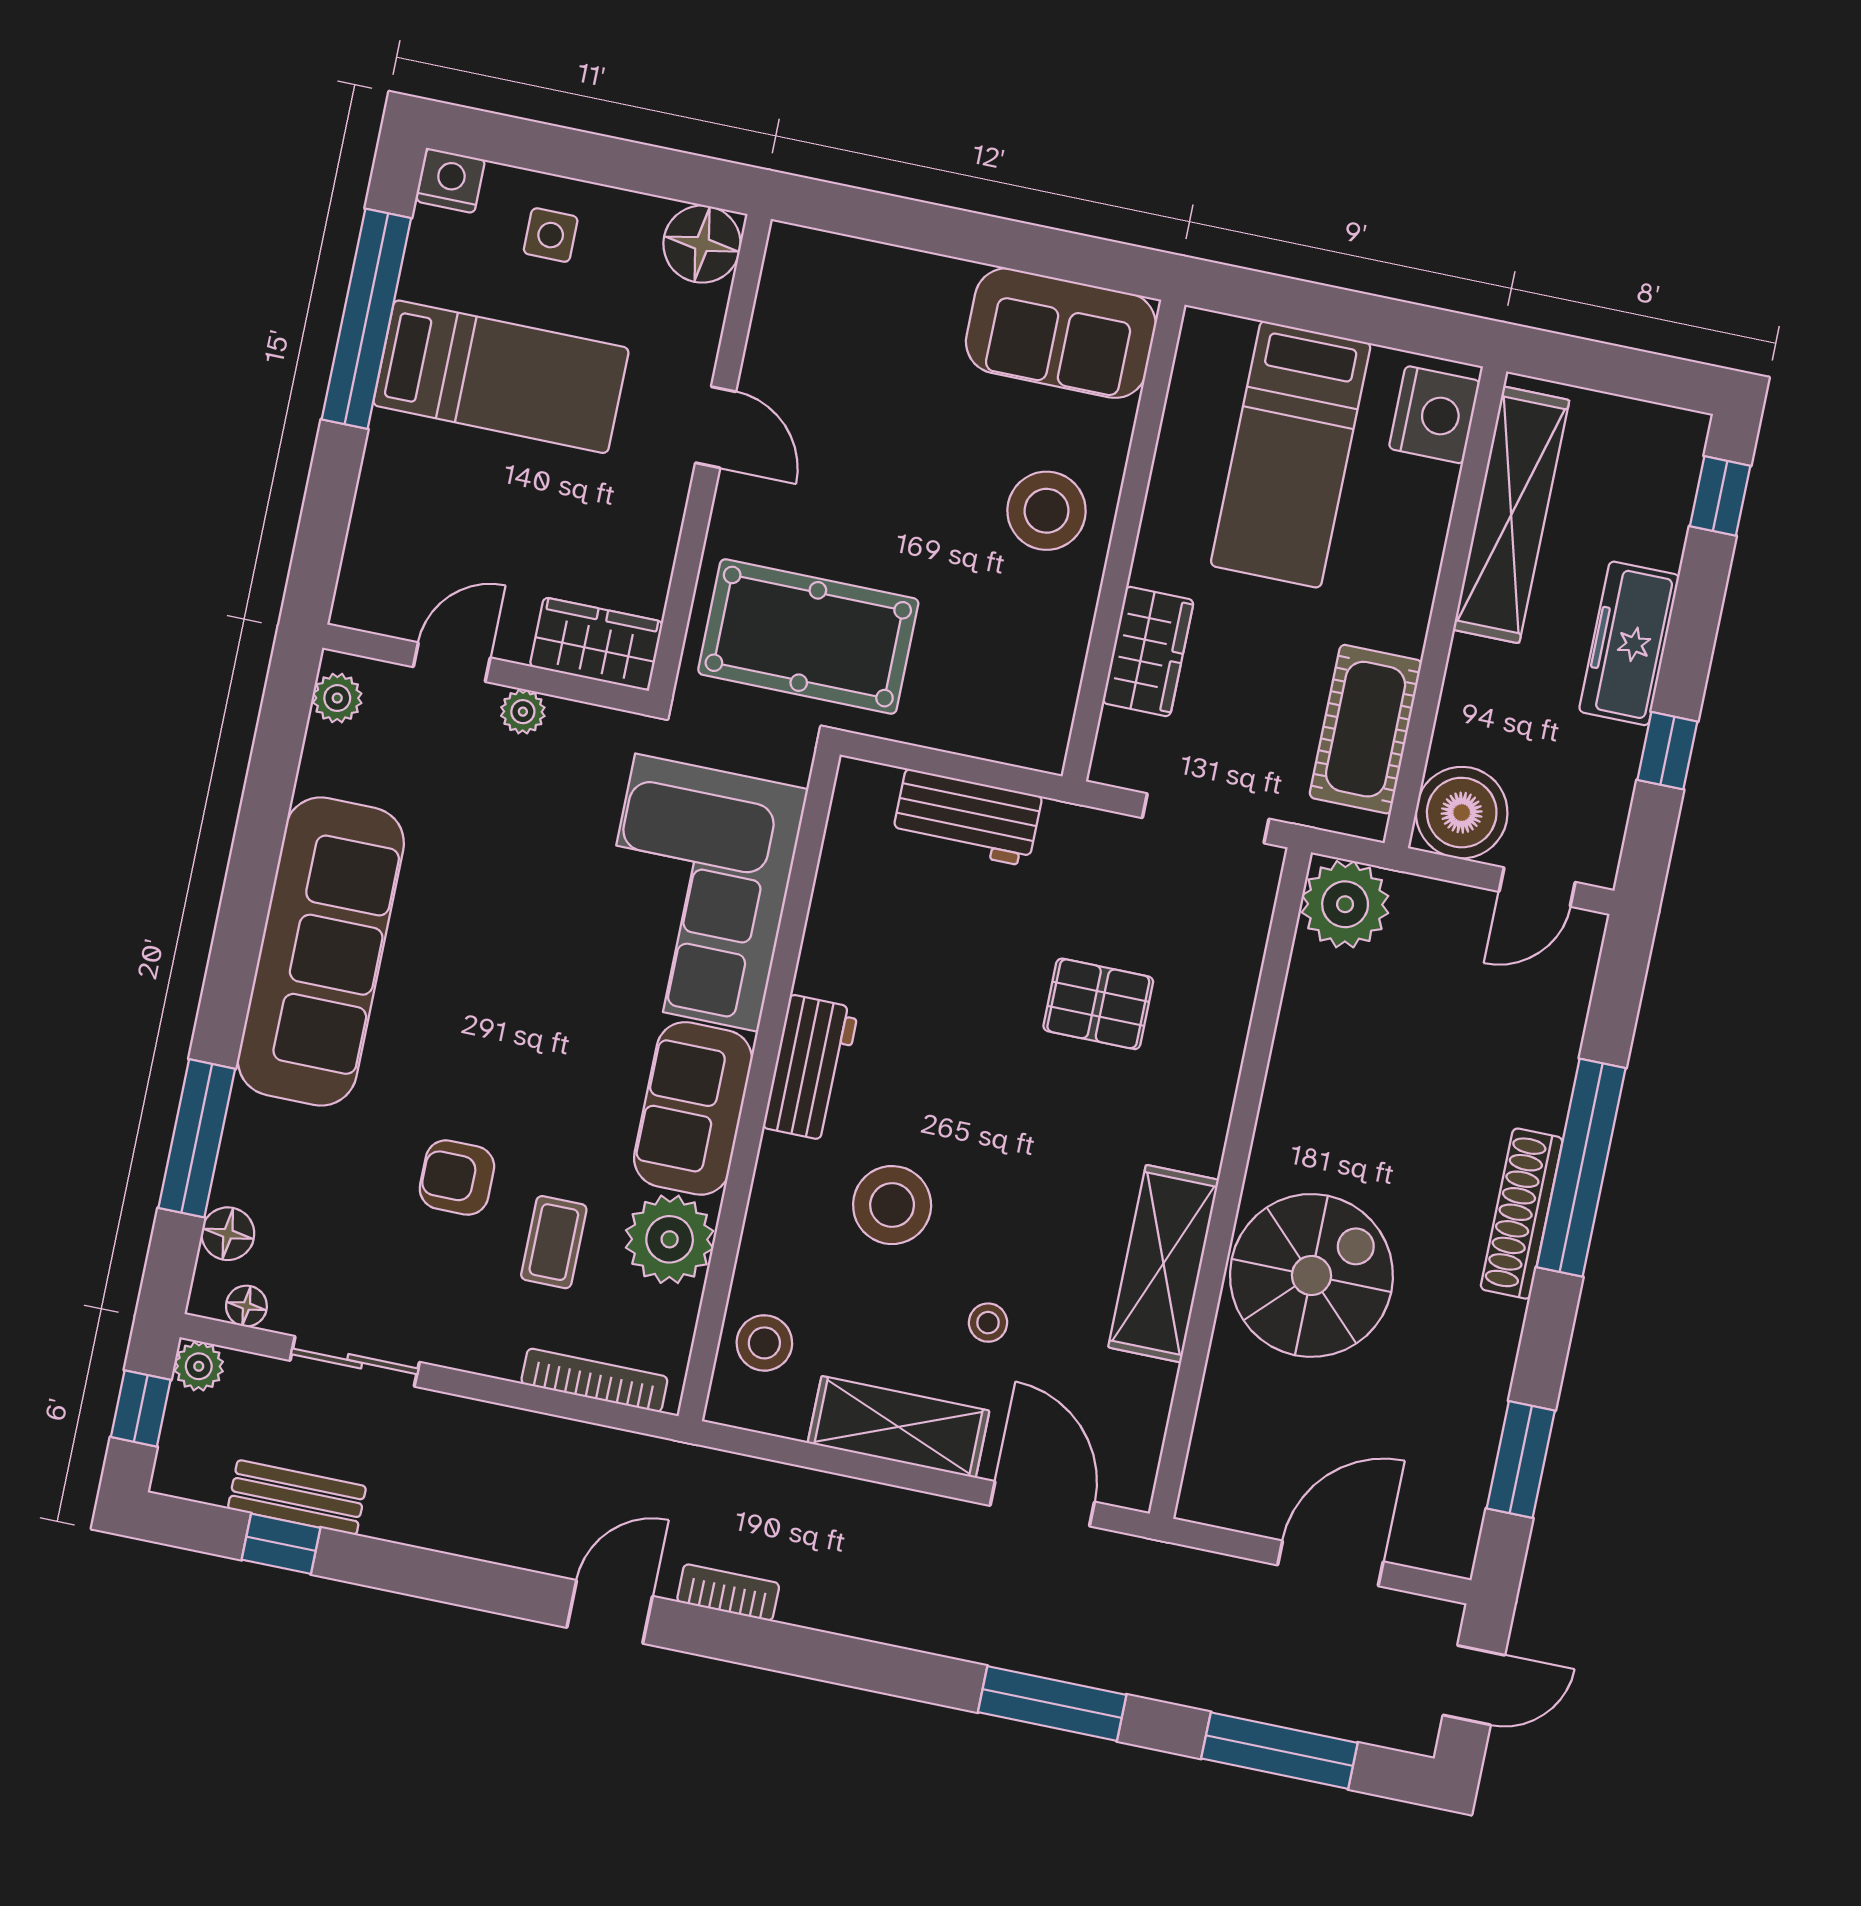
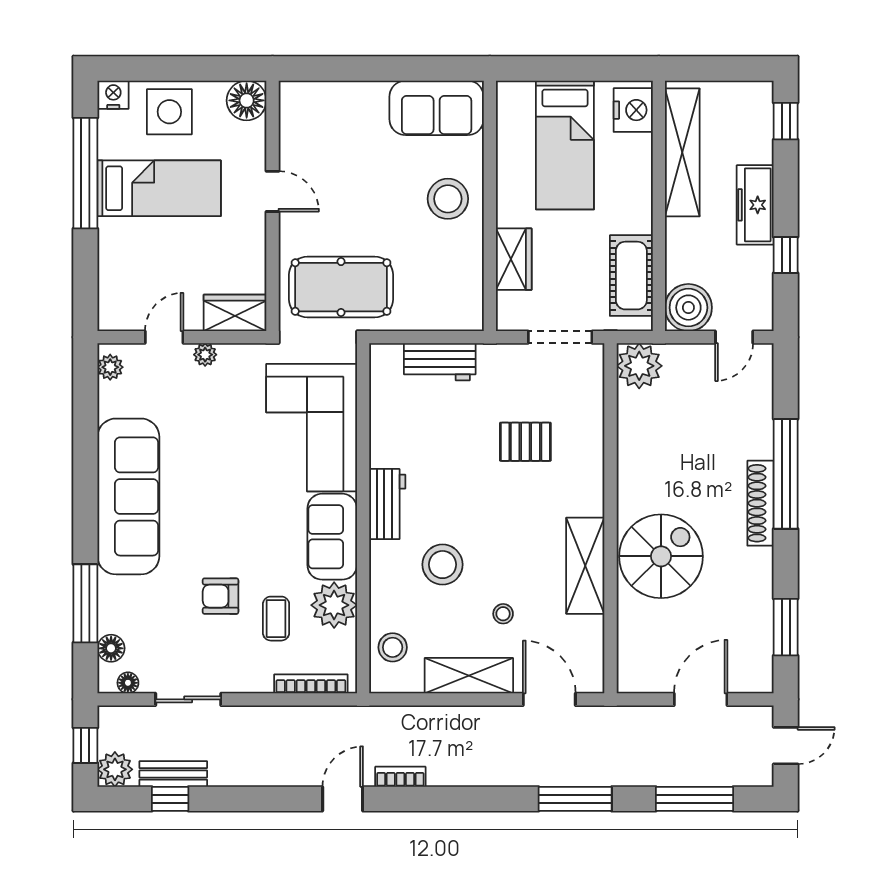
side table: (551, 235) -> (169, 112), width x1.87, depth x1.87
plant: (199, 1366) -> (115, 769), moved, width x1.38, depth x1.38

